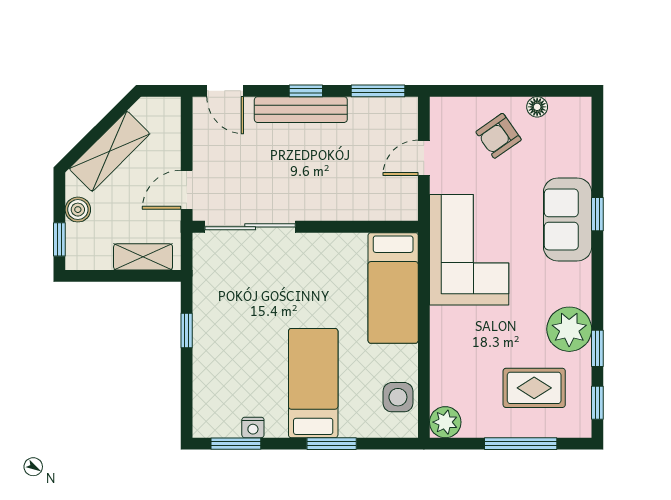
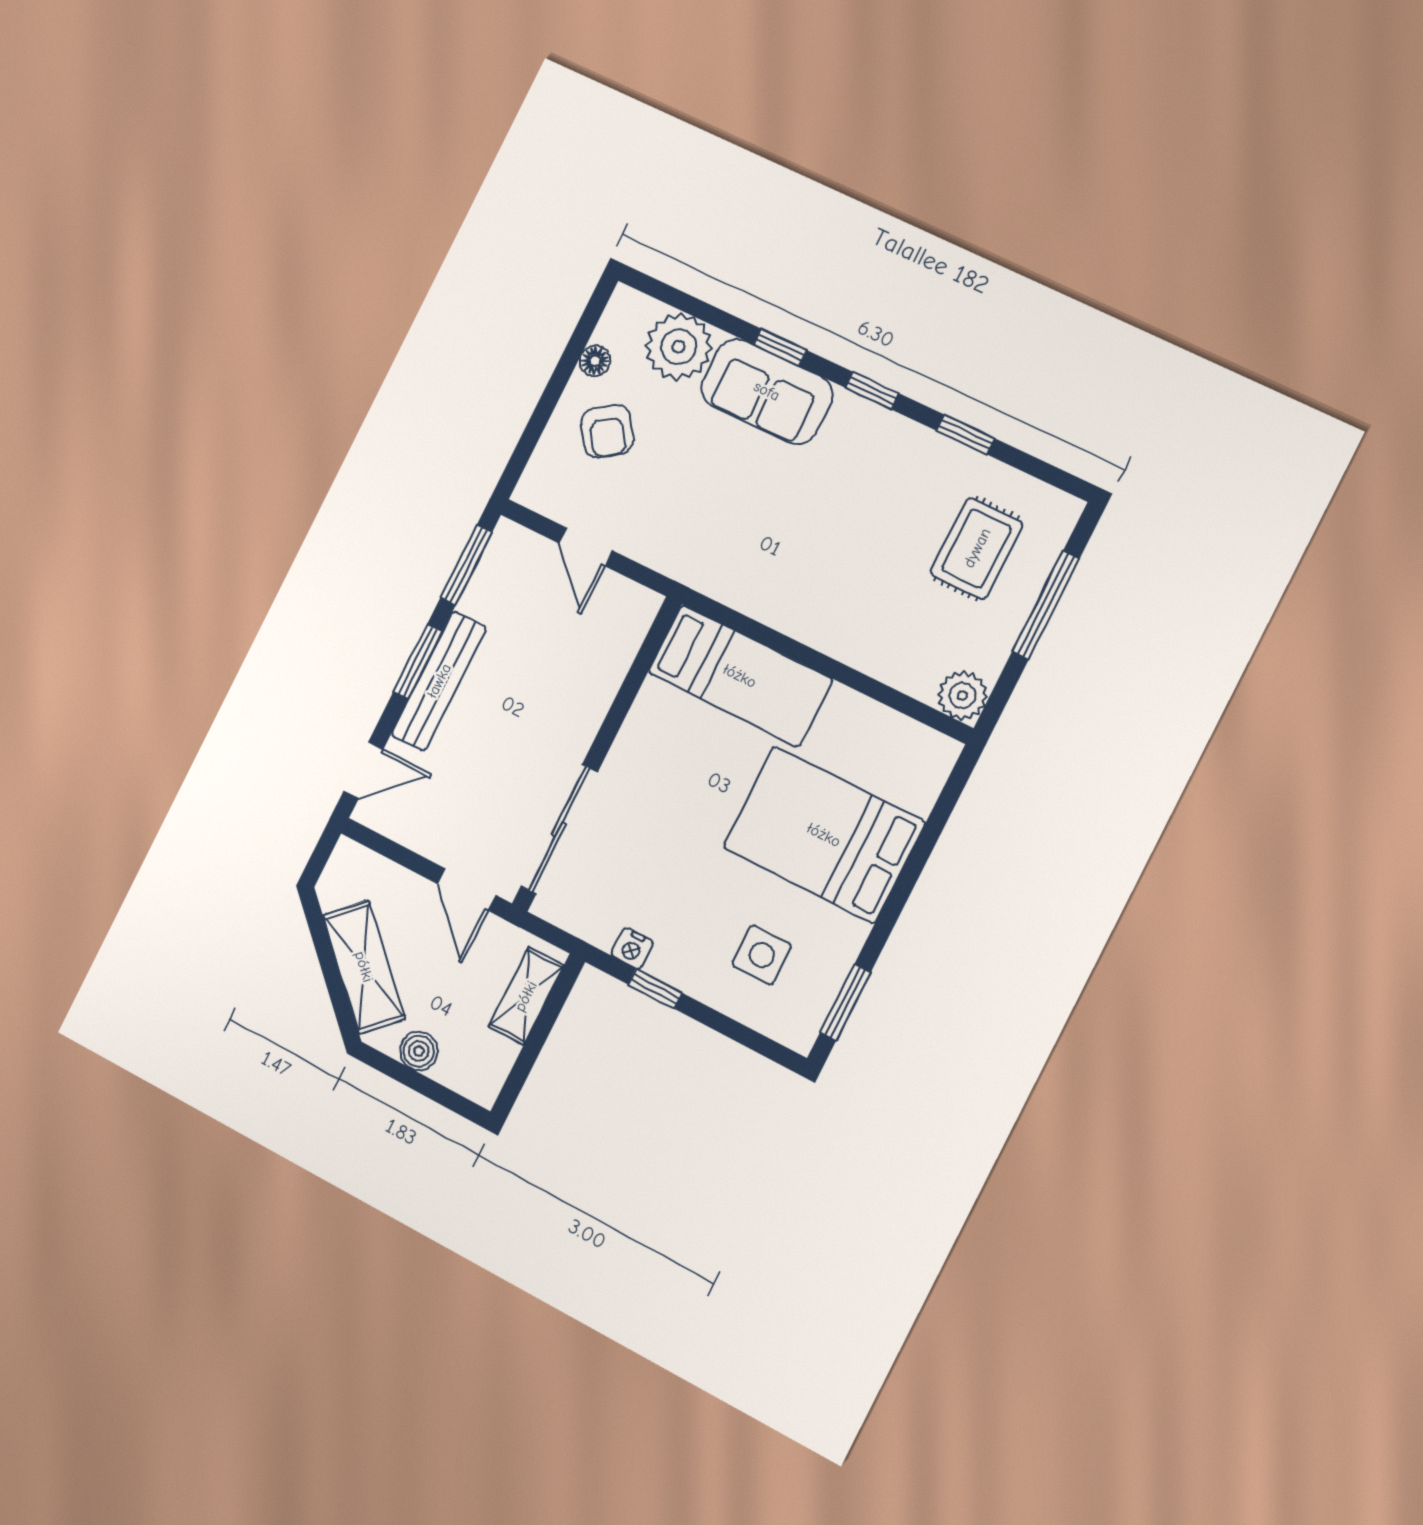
window: (306, 91) -> (418, 662), width x1.50
window: (59, 239) -> (446, 1097), removed
corner sofa: (469, 250) -> (740, 546), removed
plant: (569, 329) -> (679, 347), moved
bed: (313, 383) -> (824, 835), width x1.50
side table: (398, 397) -> (762, 955), moved
window: (597, 403) -> (872, 391), moved
nightstand: (253, 427) -> (632, 948), moved, turned 90
window: (332, 444) -> (913, 869), removed

